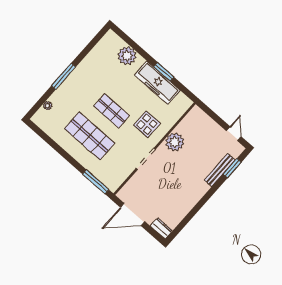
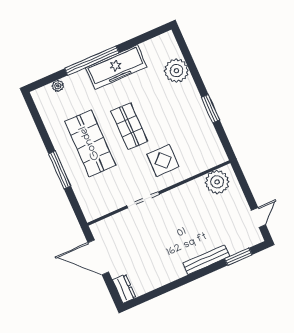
window: (63, 76) -> (92, 61), width x1.46
freezer: (157, 83) -> (116, 67), moved, turned -90
plant: (175, 142) -> (217, 182), moved
bench: (220, 170) -> (206, 260), moved
window: (96, 182) -> (60, 170), moved

